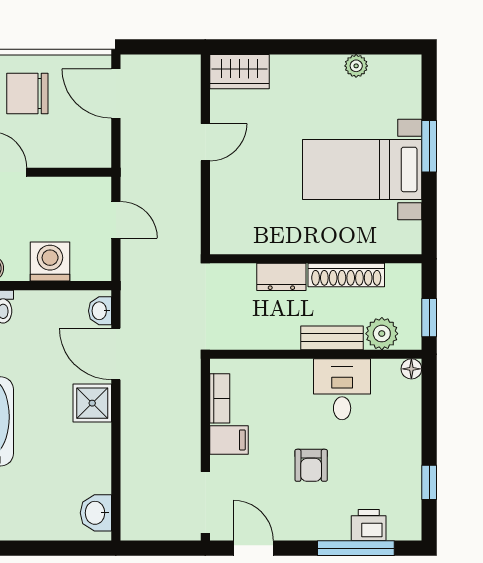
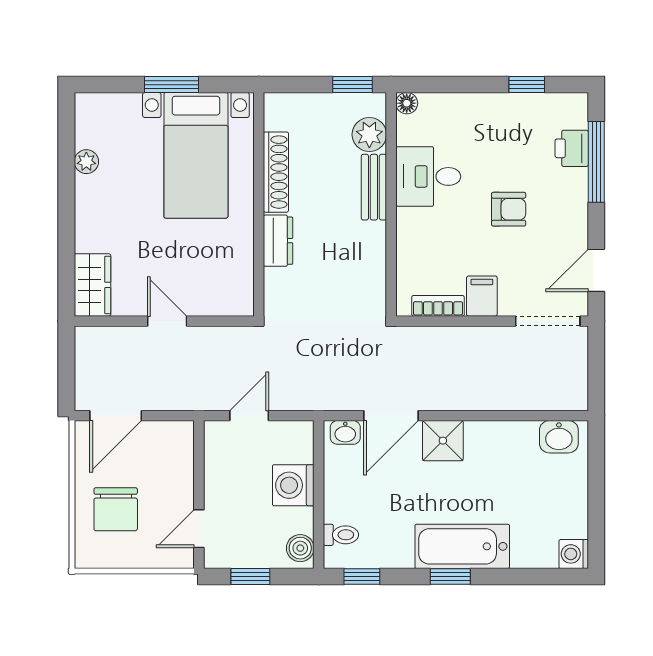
wall: (316, 259) -> (259, 204), moved
shoe rack: (346, 275) -> (276, 172), moved
dresser: (281, 277) -> (278, 241), moved

